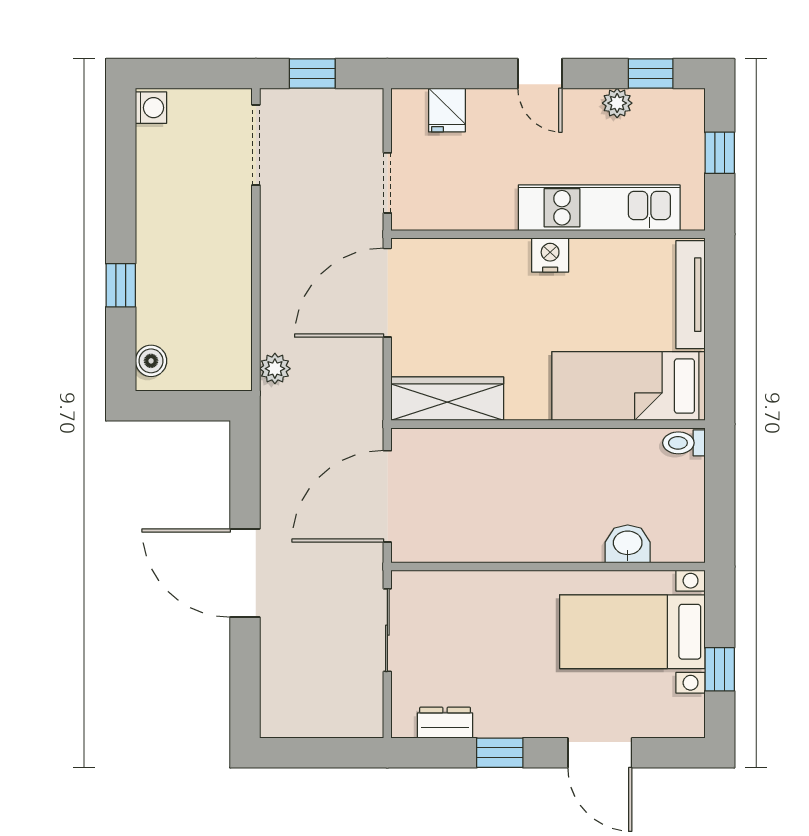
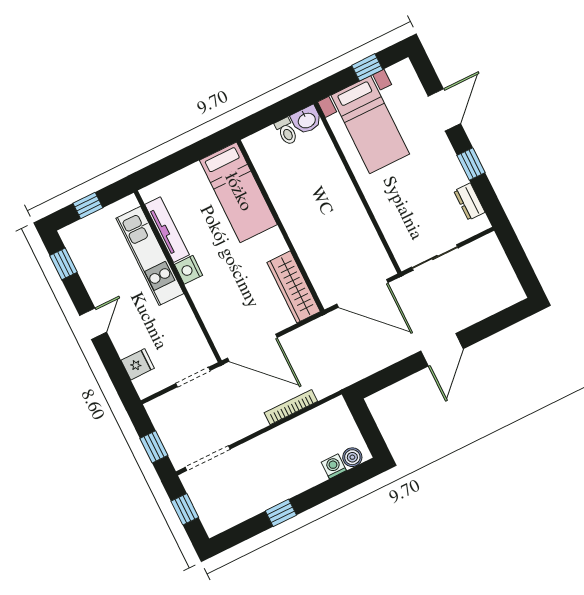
window: (197, 73) -> (185, 509), added
plant: (617, 103) -> (88, 274), removed
washing machine: (151, 108) -> (334, 466), moved
window: (121, 285) -> (281, 513), moved
tv unit: (690, 295) -> (167, 230), moved, turned -90
bookcase: (271, 306) -> (291, 407), added
plant: (275, 369) -> (323, 388), removed
toilet: (684, 443) -> (286, 131), moved
washbasin: (628, 544) -> (307, 120), moved, turned -90
door: (245, 573) -> (442, 350), width x0.73

